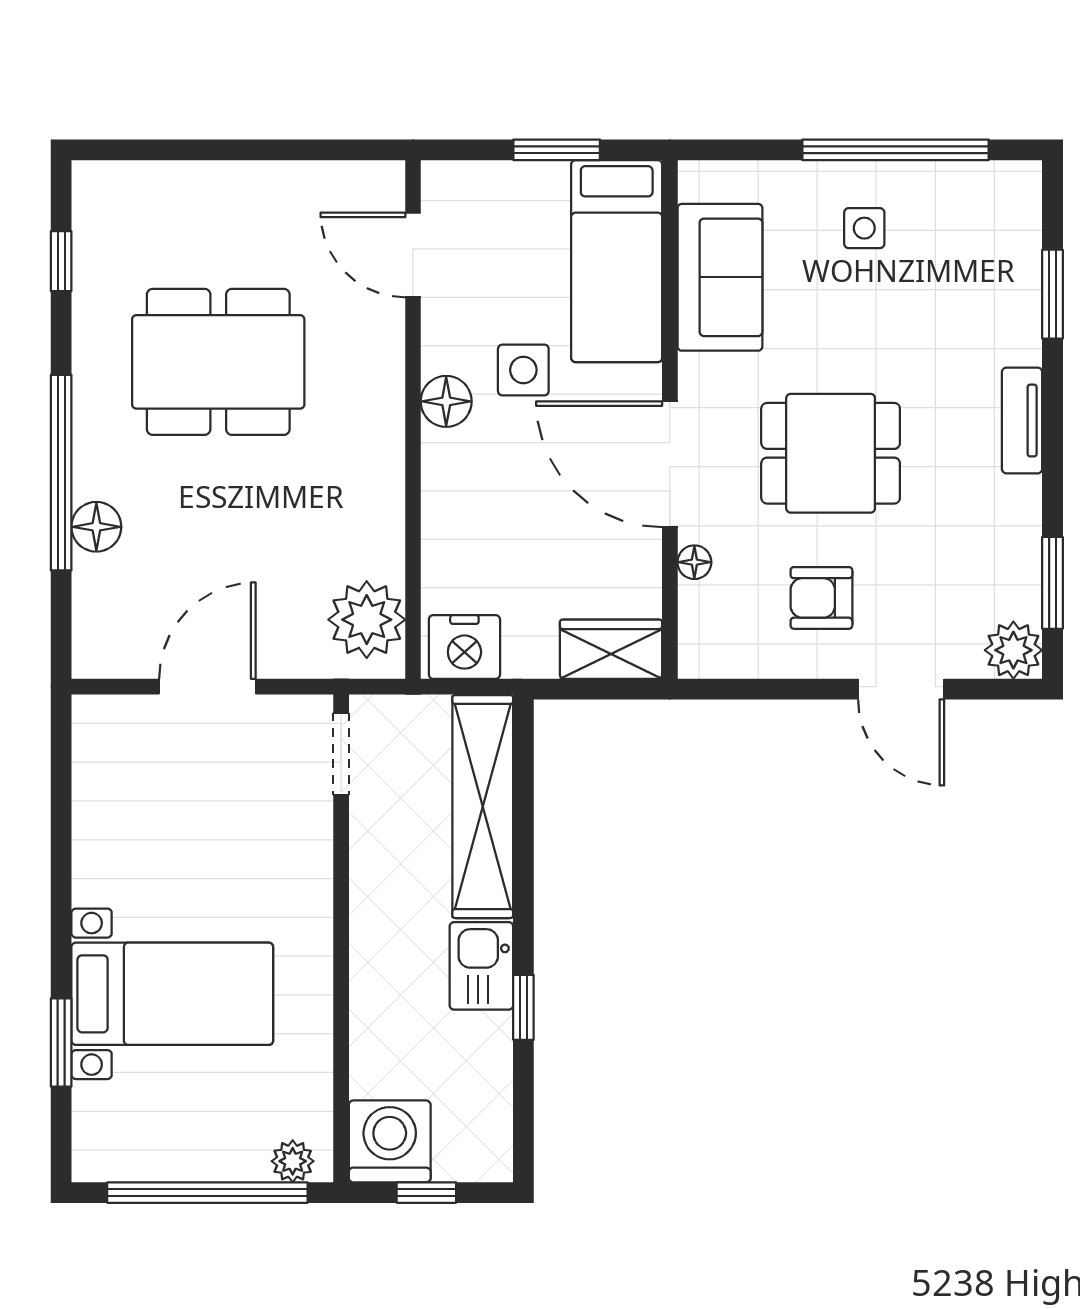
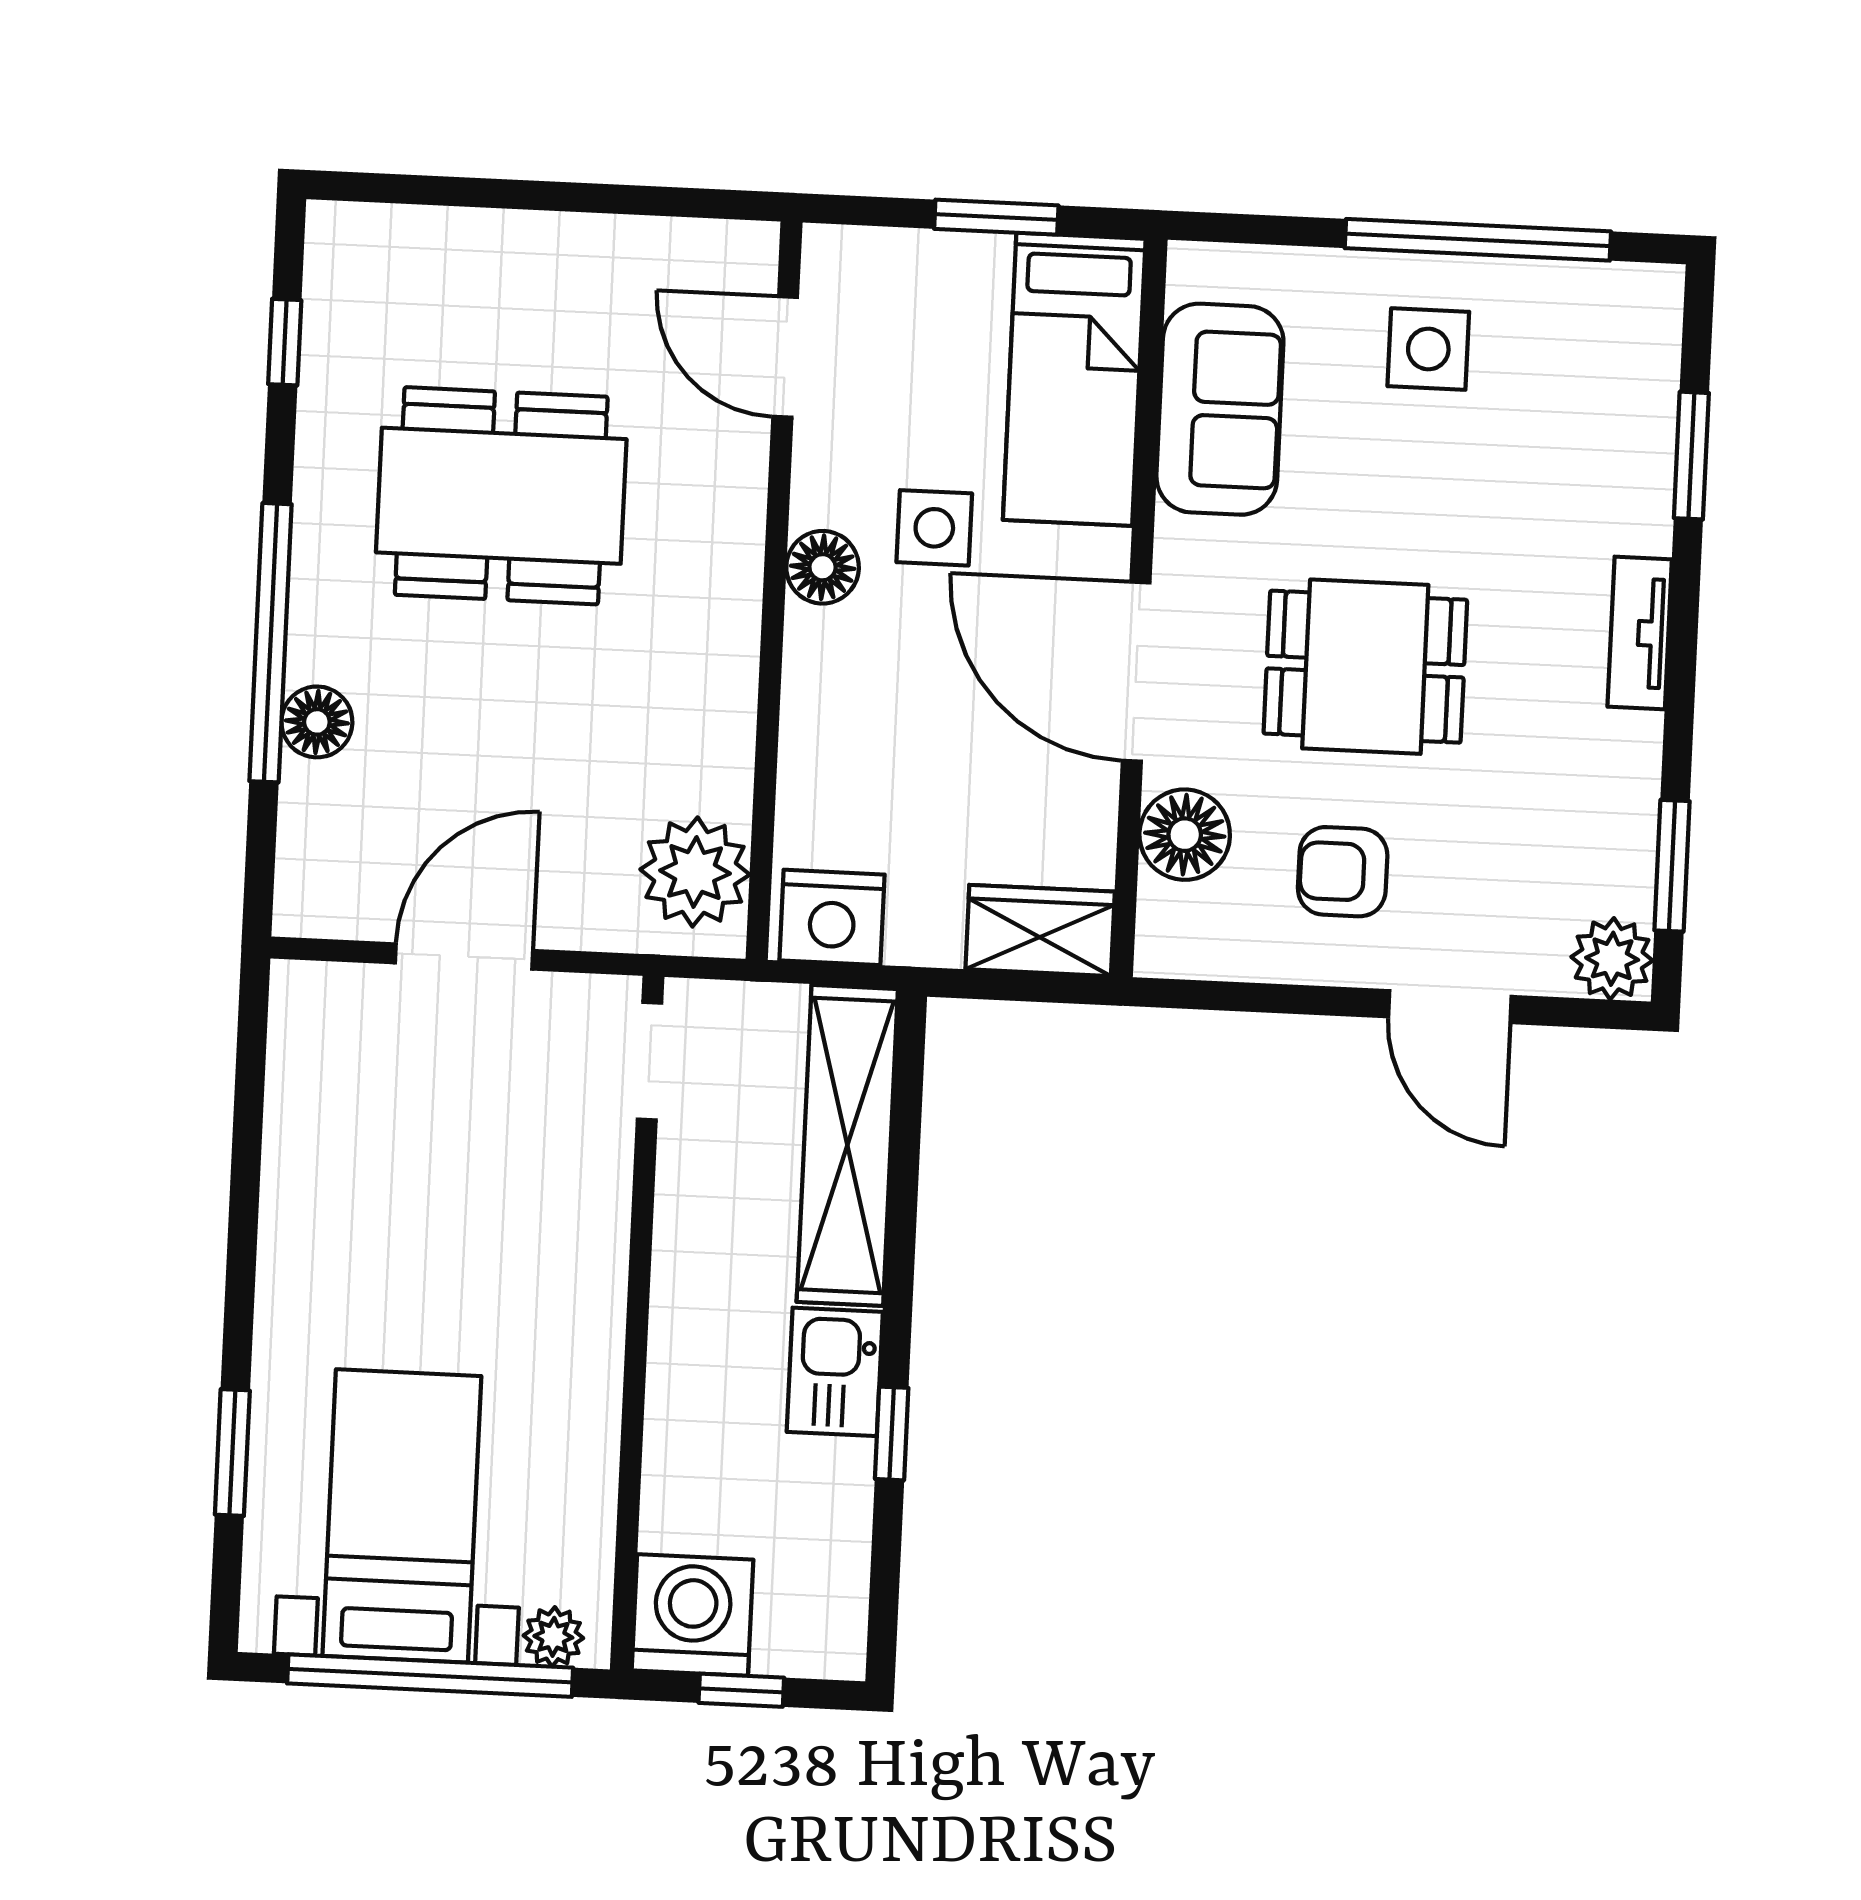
side table: (864, 228) -> (1428, 349), width x1.37, depth x1.37
floor lamp: (694, 562) -> (1185, 835), width x1.89, depth x1.89
bed with nightstands: (172, 994) -> (402, 1516), moved, turned -90

